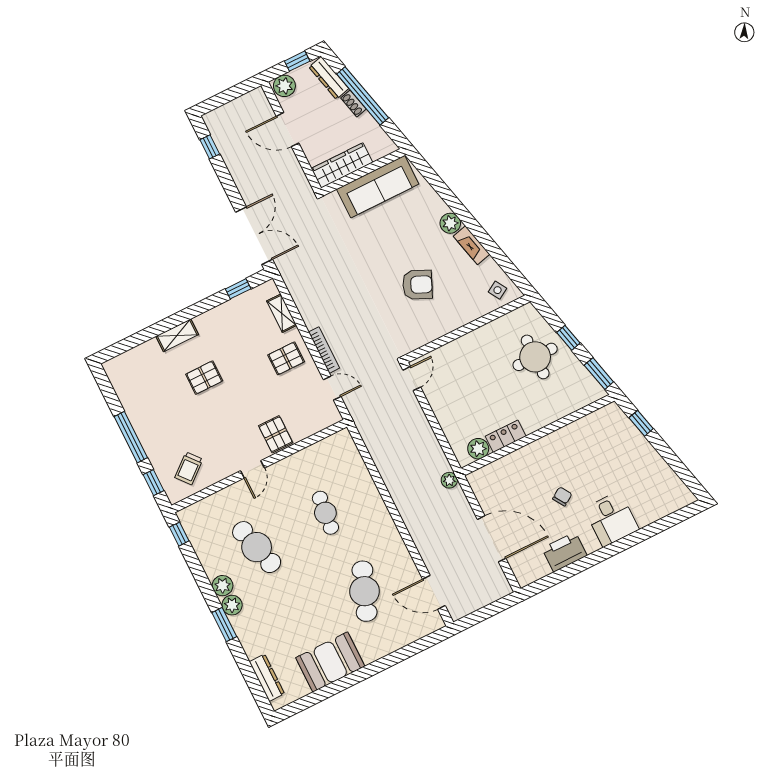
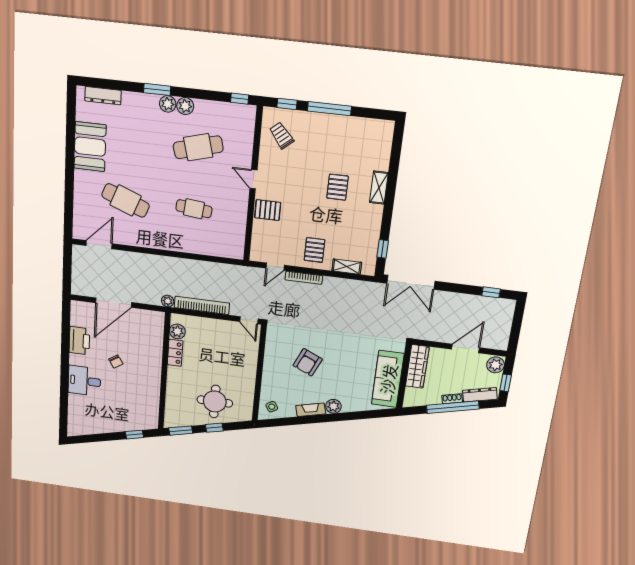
bookcase: (429, 440) -> (202, 305), added

